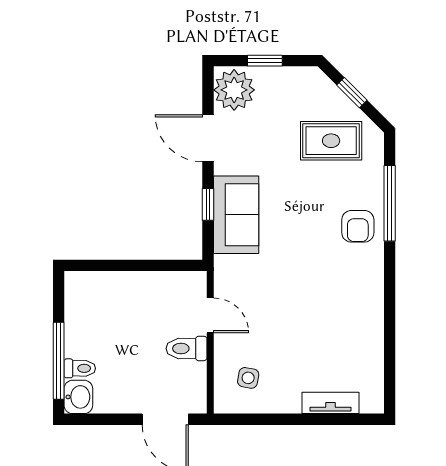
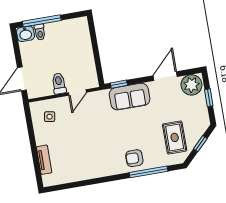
window: (208, 204) -> (119, 84), moved

